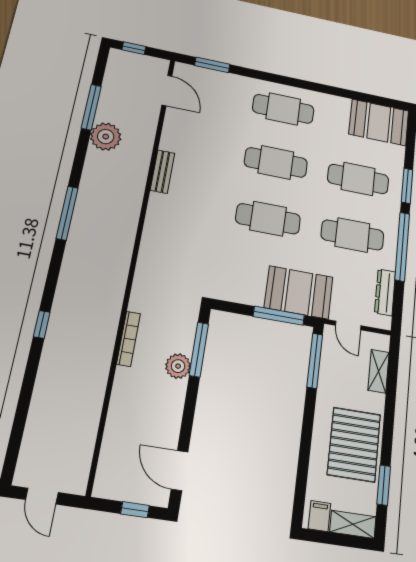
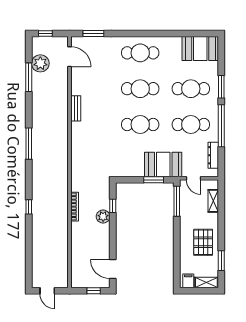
plant: (106, 137) -> (40, 63), moved
window: (279, 316) -> (154, 180), width x0.69
window: (199, 350) -> (113, 206), width x0.46
pallet: (354, 444) -> (203, 242), width x0.73, depth x0.71

